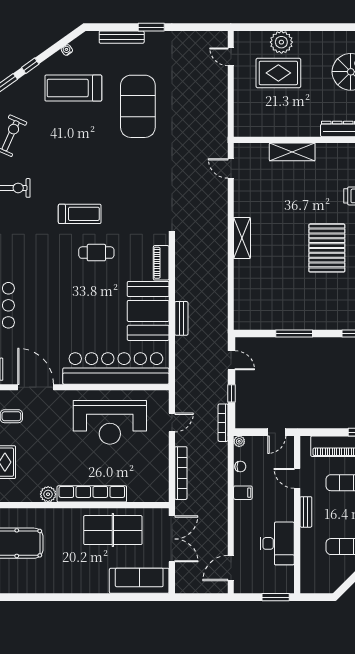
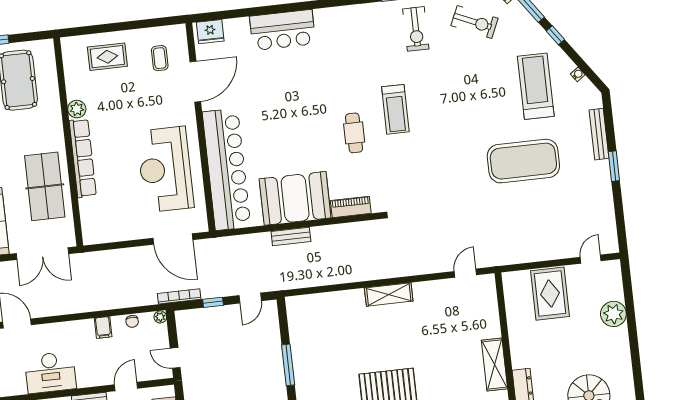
rug: (278, 73) -> (550, 294), moved
shelving: (292, 152) -> (494, 364), moved
door: (172, 423) -> (173, 239), width x1.88
bookcase: (181, 473) -> (117, 255), removed

